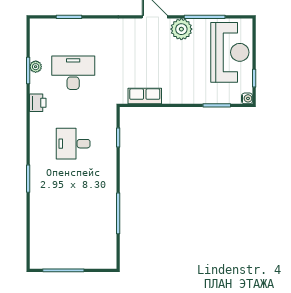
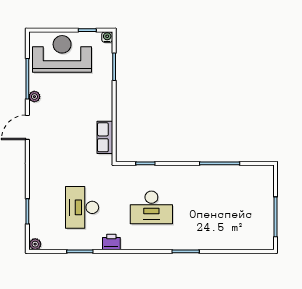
plant: (181, 29) -> (34, 97), width x0.53, depth x0.53
plant: (36, 67) -> (35, 244), moved
desk: (73, 144) -> (151, 207), width x1.37

